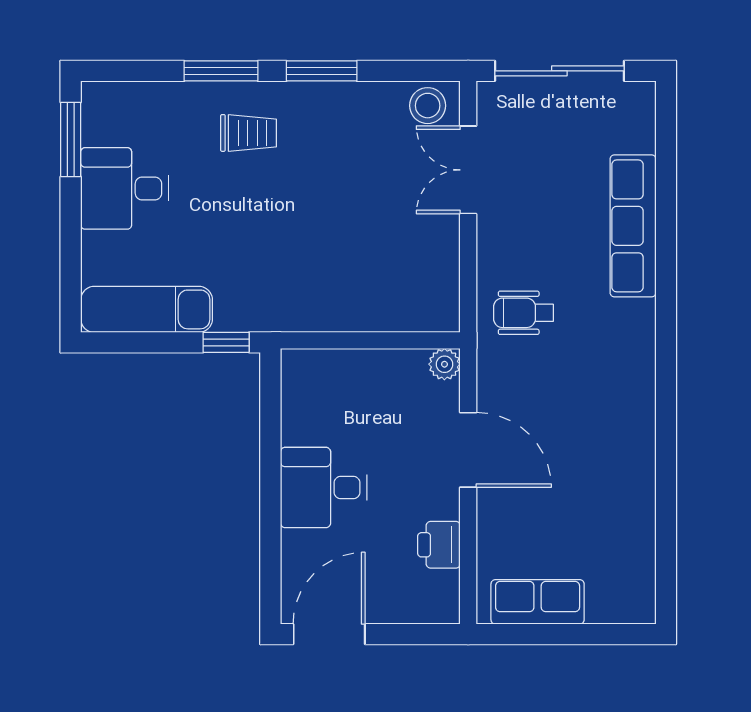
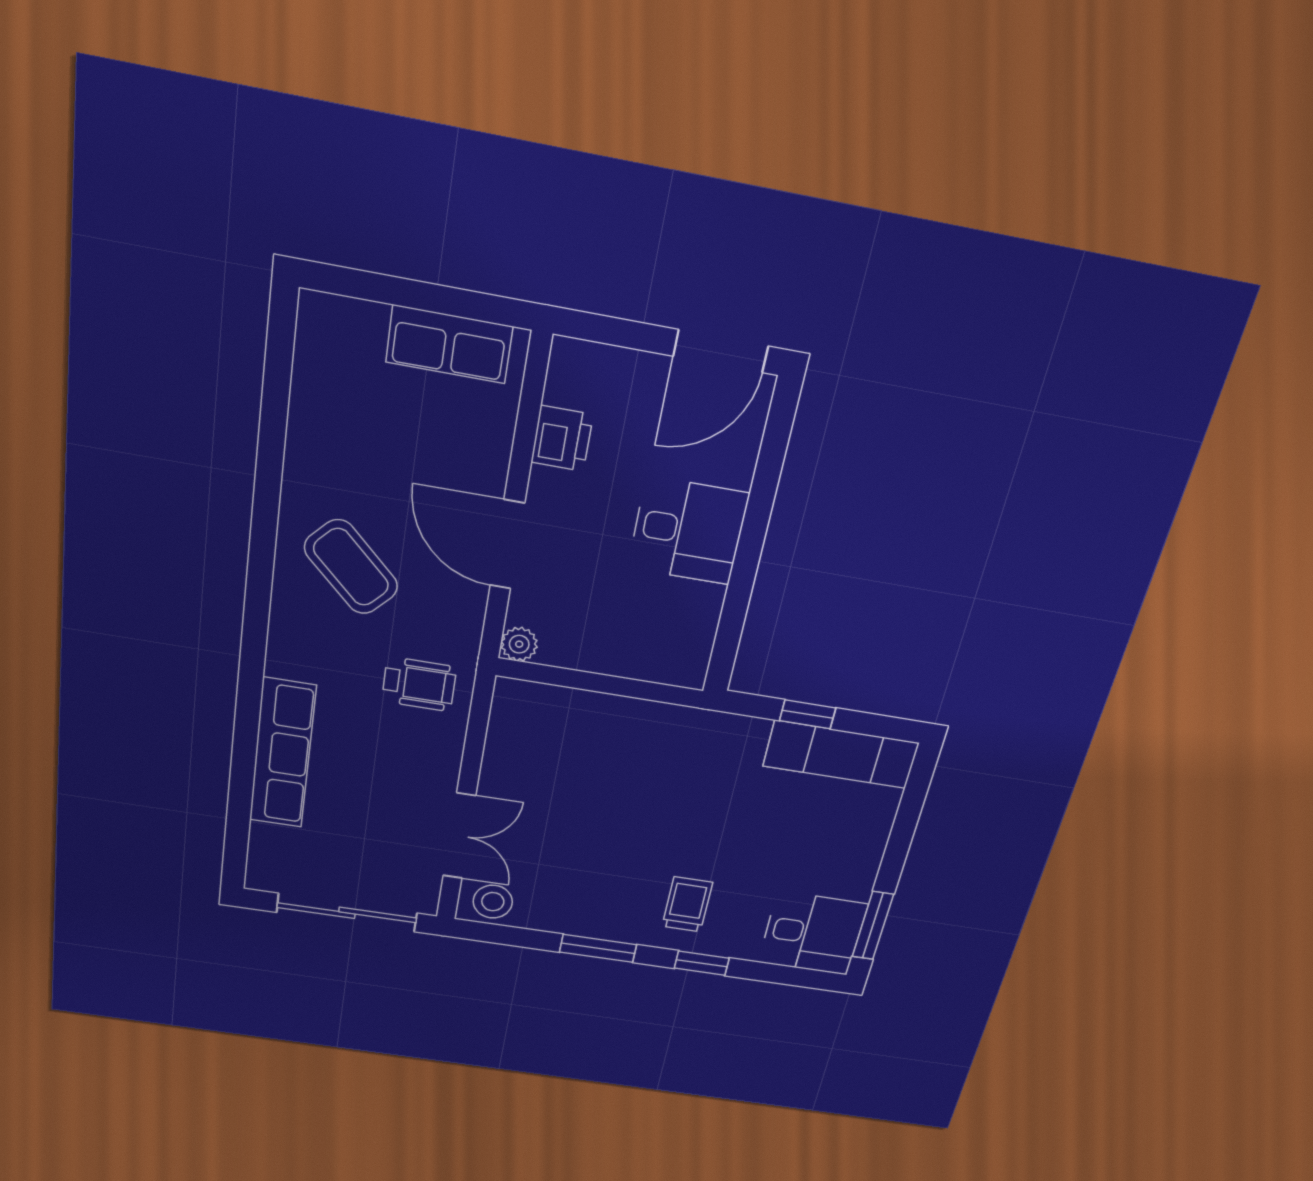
window: (221, 71) -> (702, 963), width x0.67
trolley: (248, 133) -> (687, 904), turned 90
desk: (125, 188) -> (813, 933), moved
window: (226, 342) -> (808, 714), moved
coffee table: (592, 408) -> (351, 567), added

